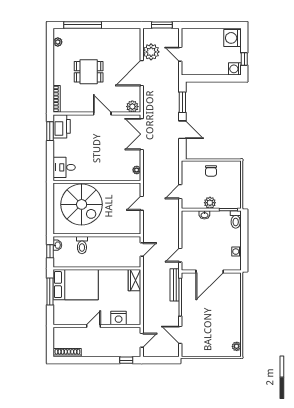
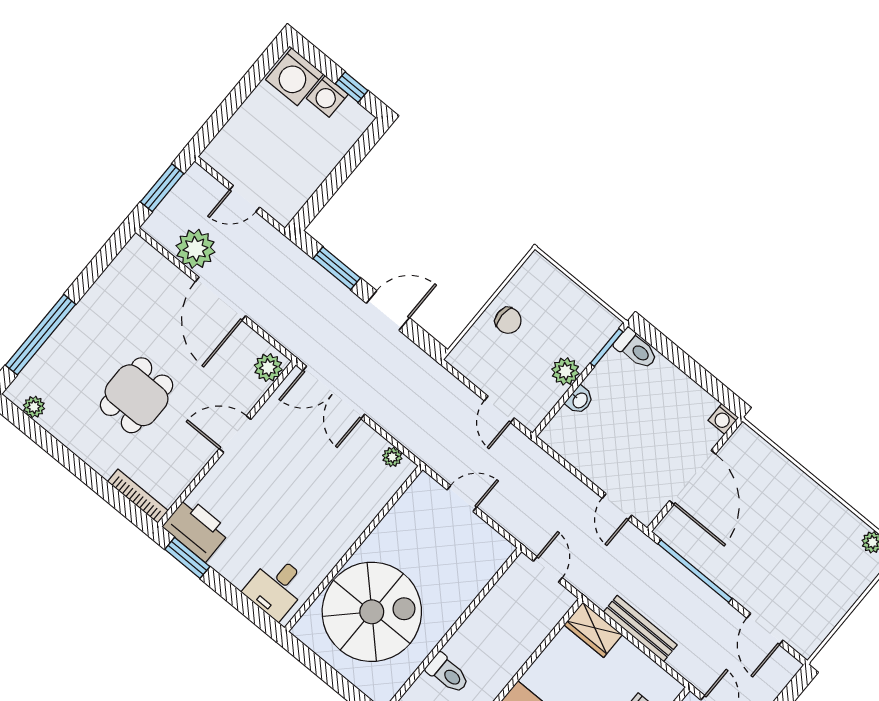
washing machine: (235, 69) -> (327, 96), moved
door: (142, 203) -> (462, 498), swing flipped
washing machine: (236, 252) -> (723, 419), moved
bench: (175, 285) -> (640, 628), moved
door: (180, 335) -> (765, 629), hinge flipped

